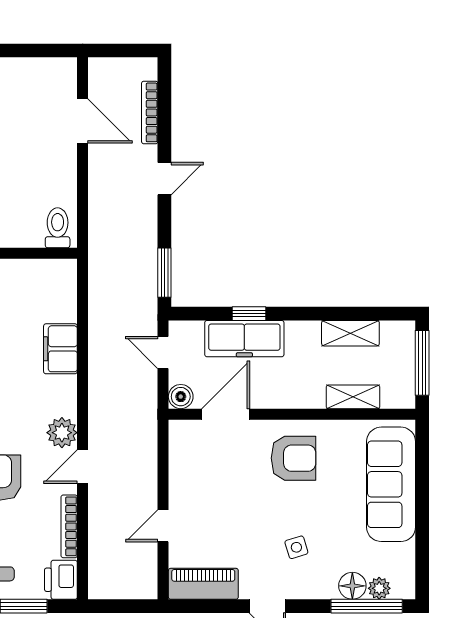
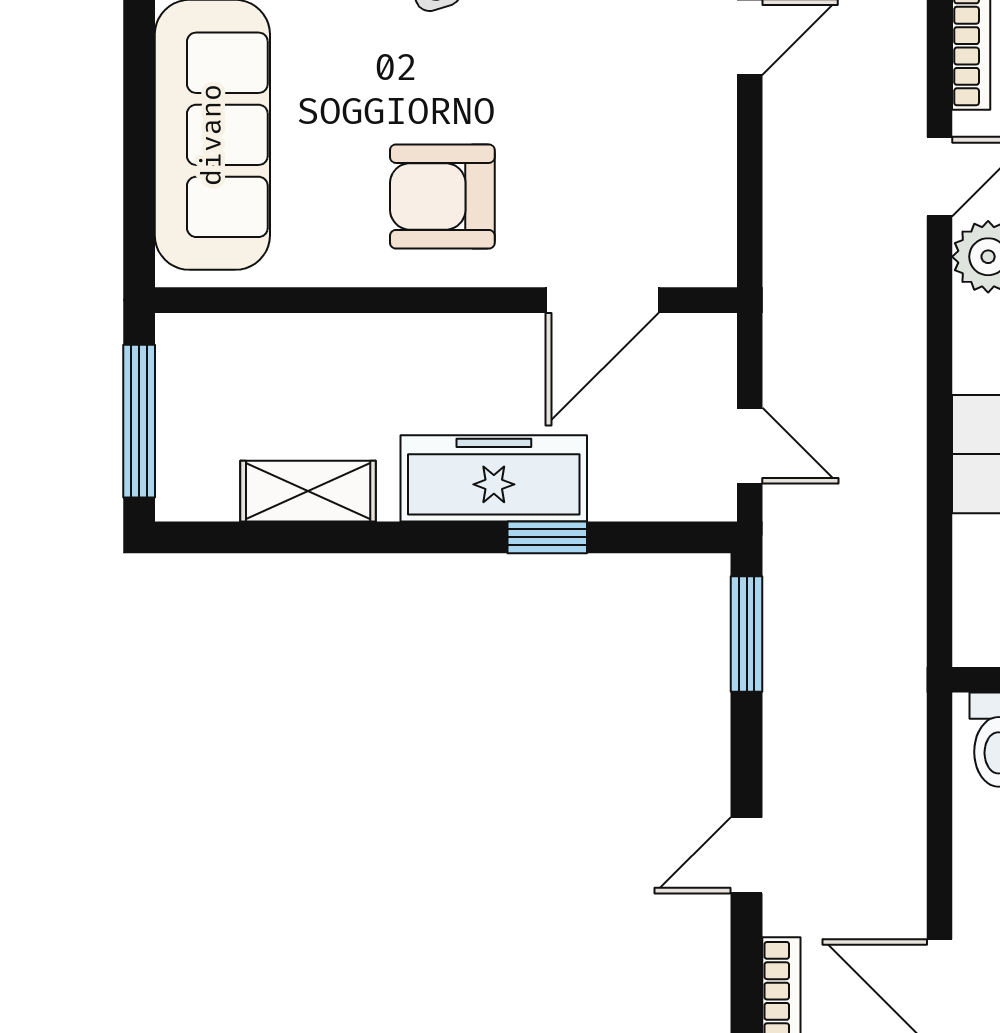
freezer: (244, 339) -> (494, 478), moved
boiler: (181, 397) -> (708, 342), removed
shelving: (353, 397) -> (302, 341), removed

